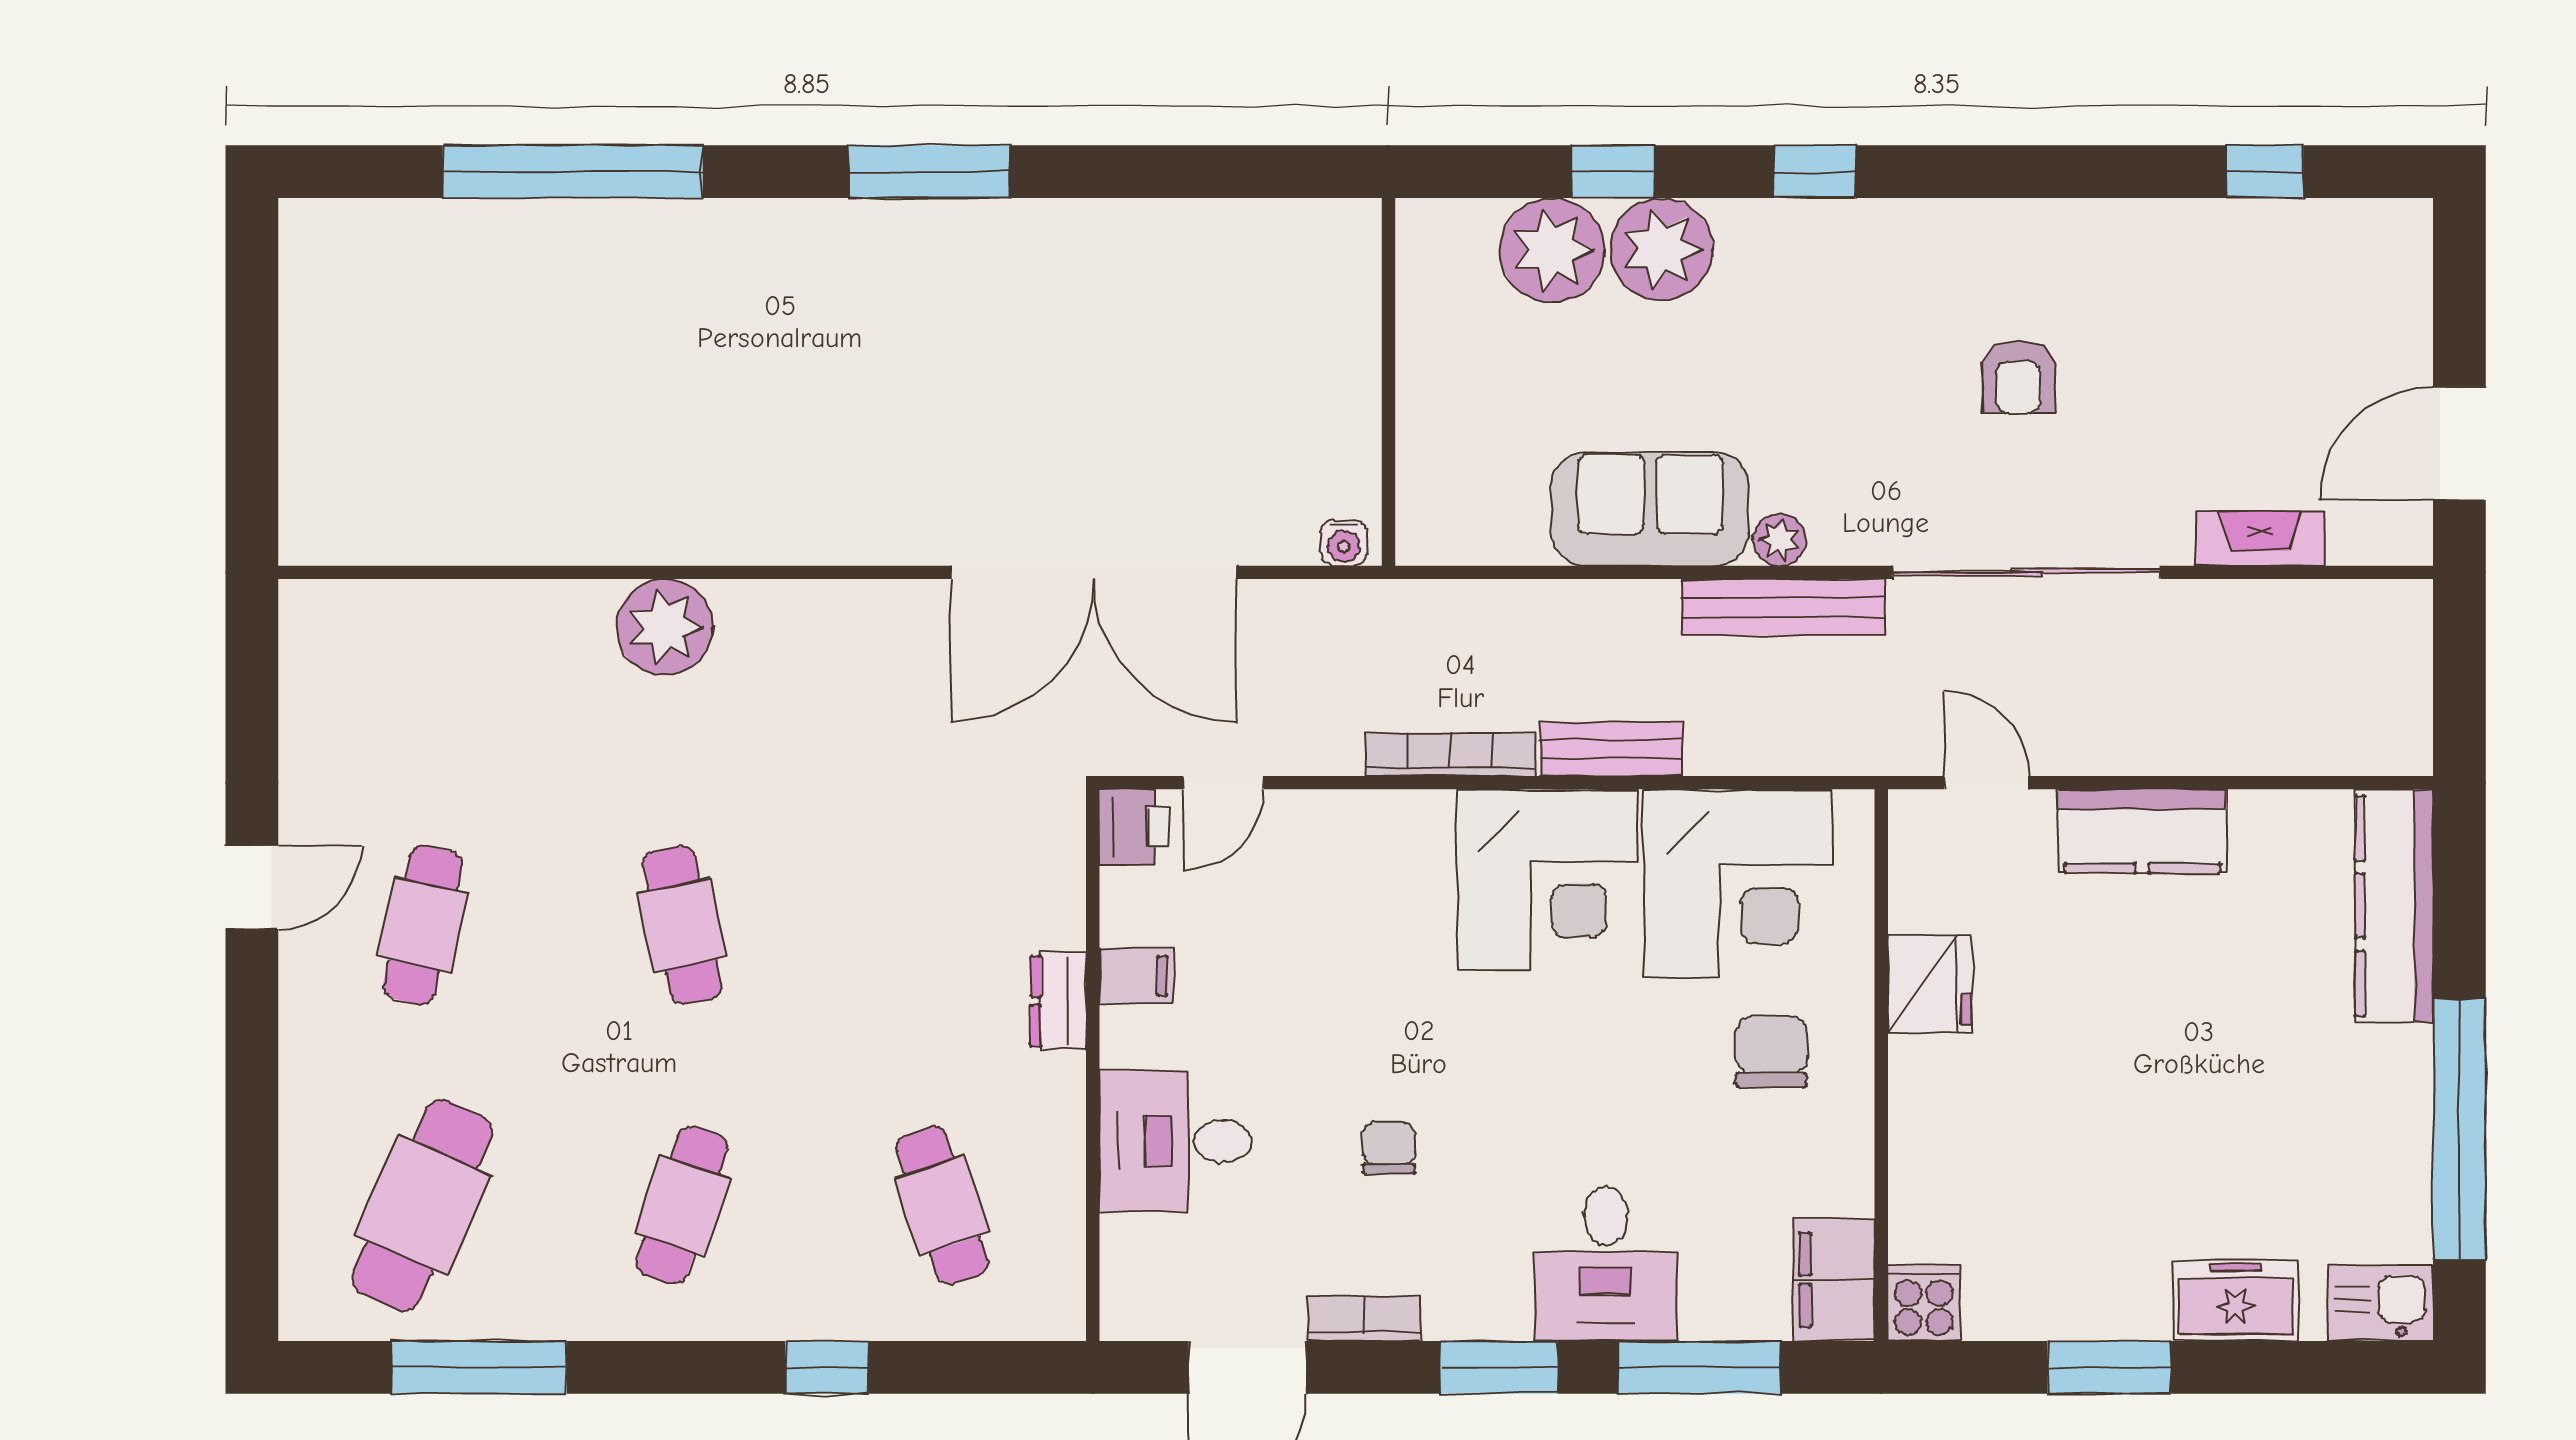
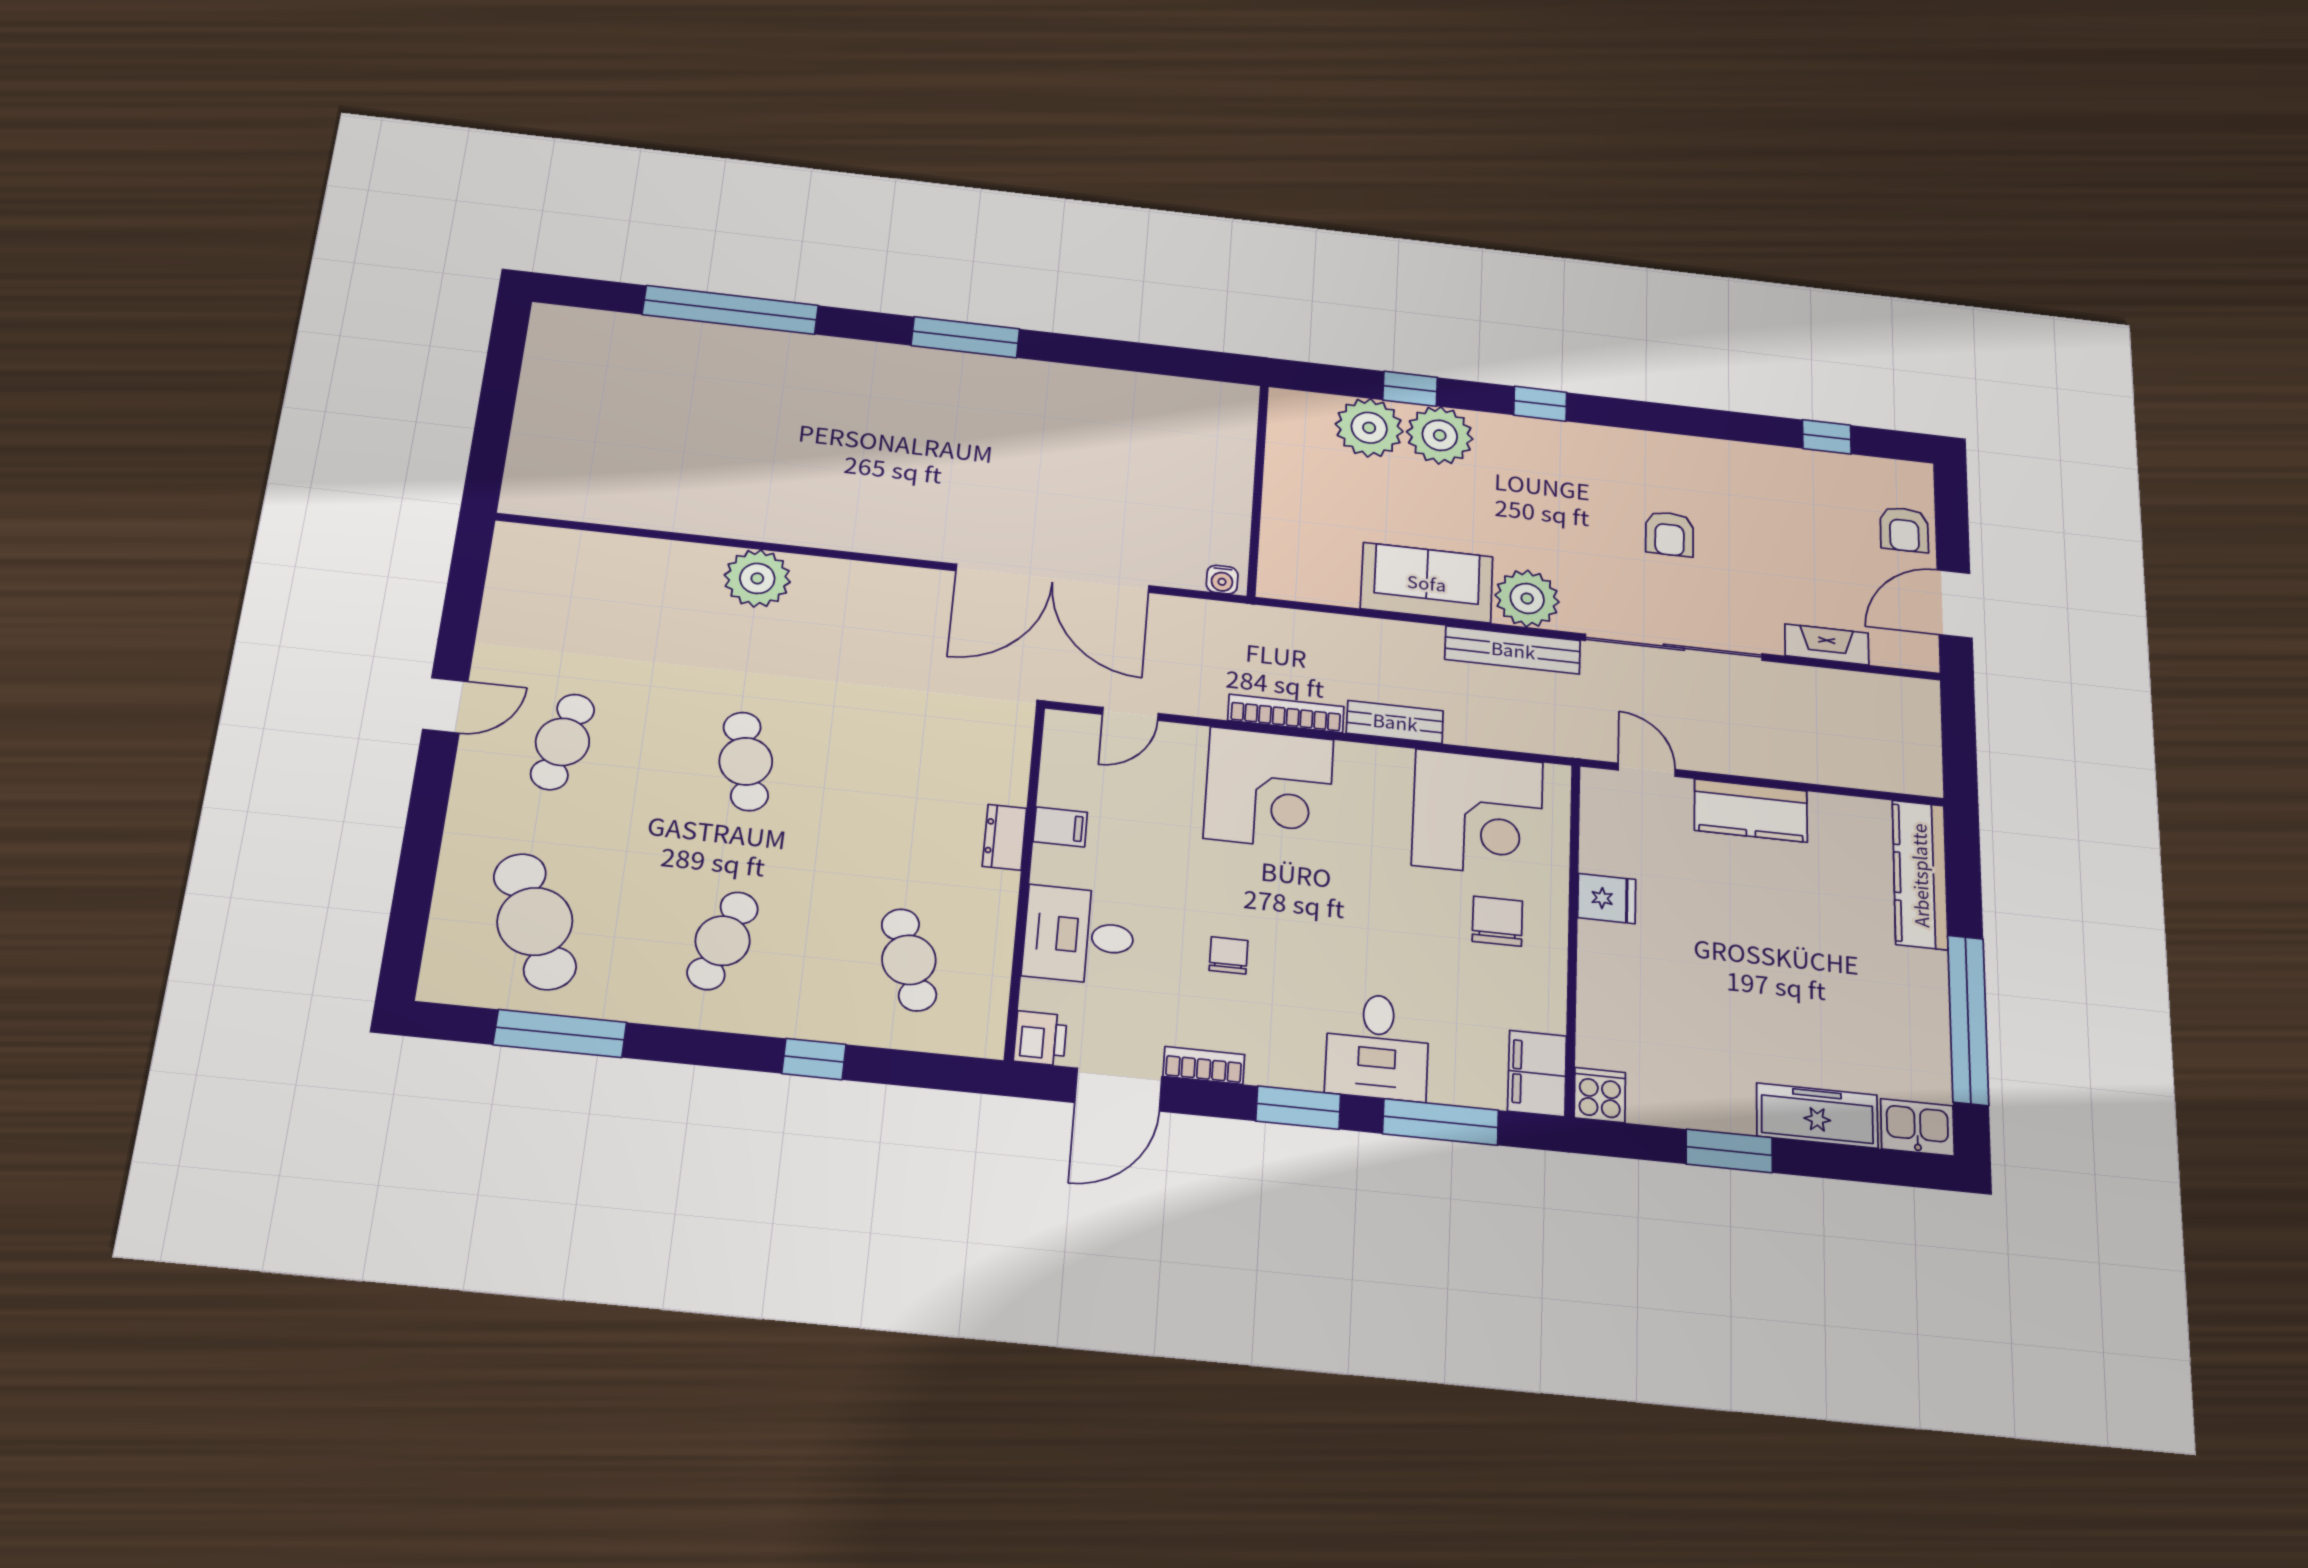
armchair: (2384, 322) -> (1904, 529), added
plant: (1780, 540) -> (1527, 598), width x1.87, depth x1.87
printer: (1134, 827) -> (1040, 1038), moved
corner desk: (1548, 880) -> (1269, 789), moved
fridge: (1930, 984) -> (1607, 899), width x0.72
cafe table: (422, 1205) -> (535, 921), turned -48
freezer: (2236, 1301) -> (1817, 1116), width x1.40

